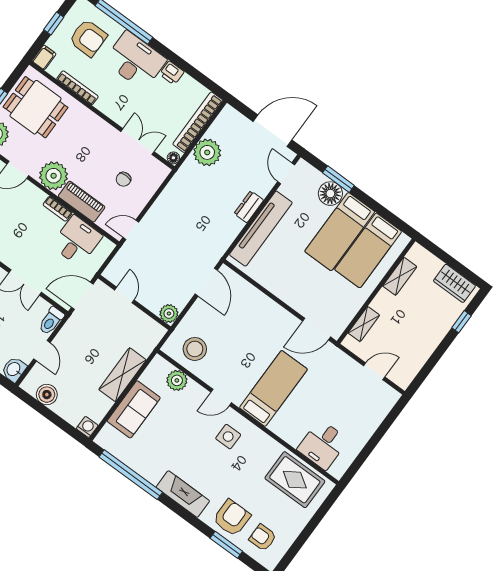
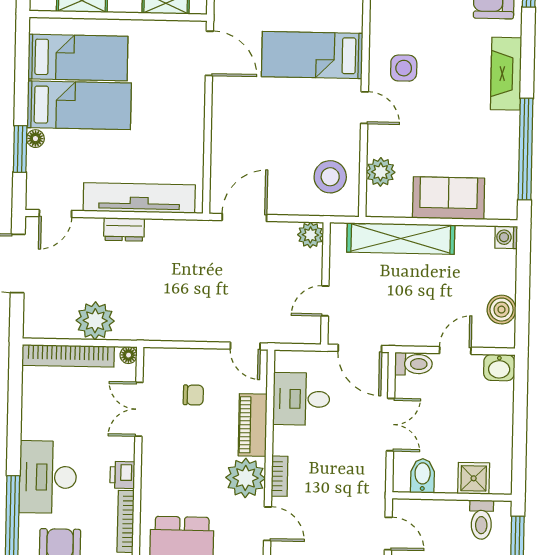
printer: (172, 73) -> (122, 475), moved, turned 180
floor lamp: (330, 194) -> (35, 139), width x0.53, depth x0.53
bookcase: (58, 209) -> (280, 476), moved
shelving: (122, 375) -> (401, 238), width x1.47

